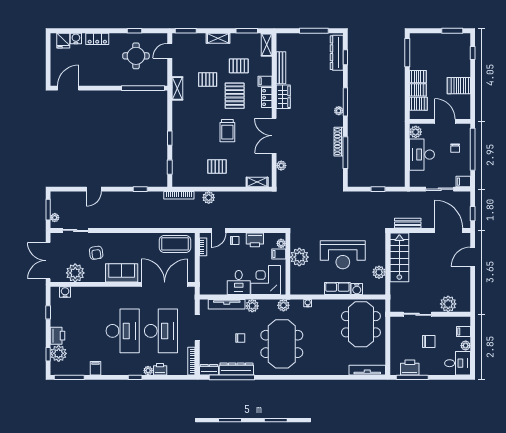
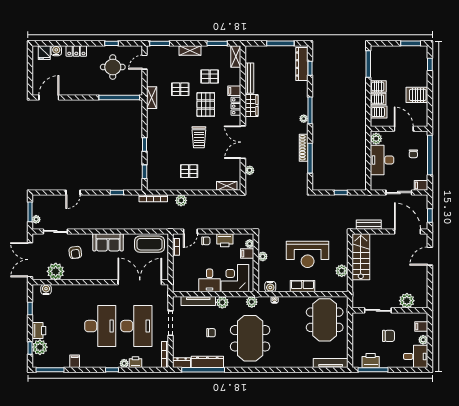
plant: (299, 257) -> (263, 256), width x0.53, depth x0.53
sofa: (122, 273) -> (108, 242), moved, turned 180
water cooler: (357, 289) -> (270, 287), moved

